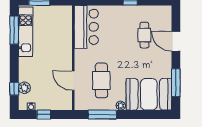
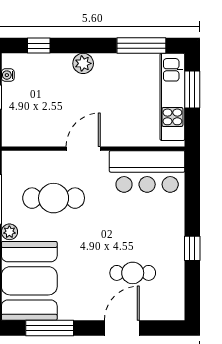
kitchen unit: (26, 32) -> (172, 97), moved, turned 90
door: (73, 81) -> (83, 149), moved
plant: (24, 88) -> (83, 63), moved

